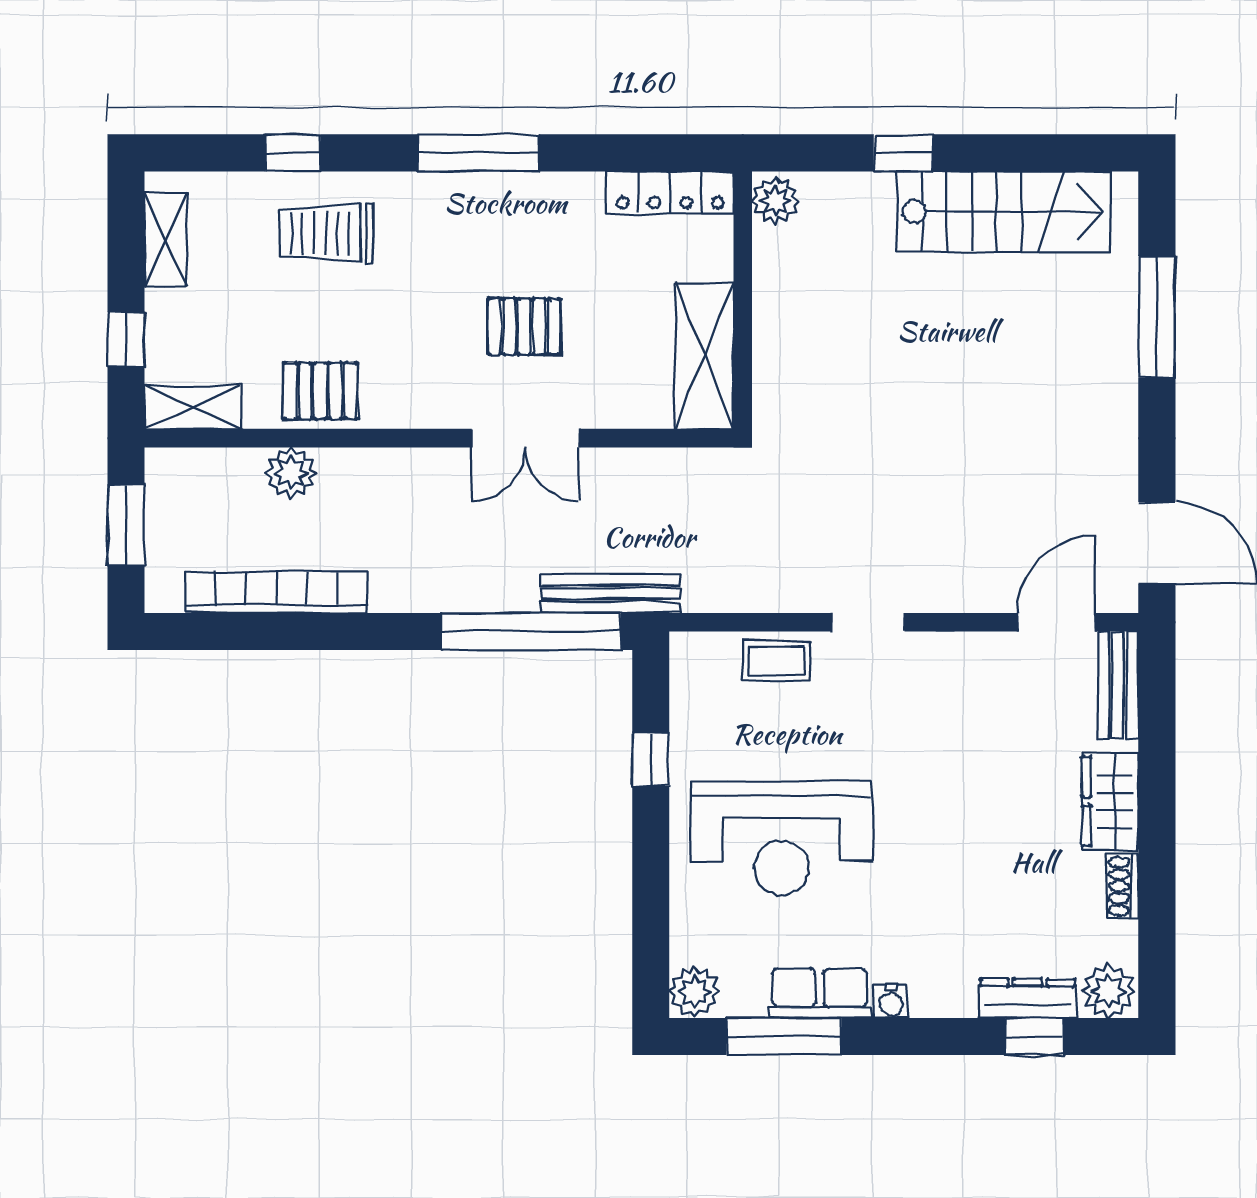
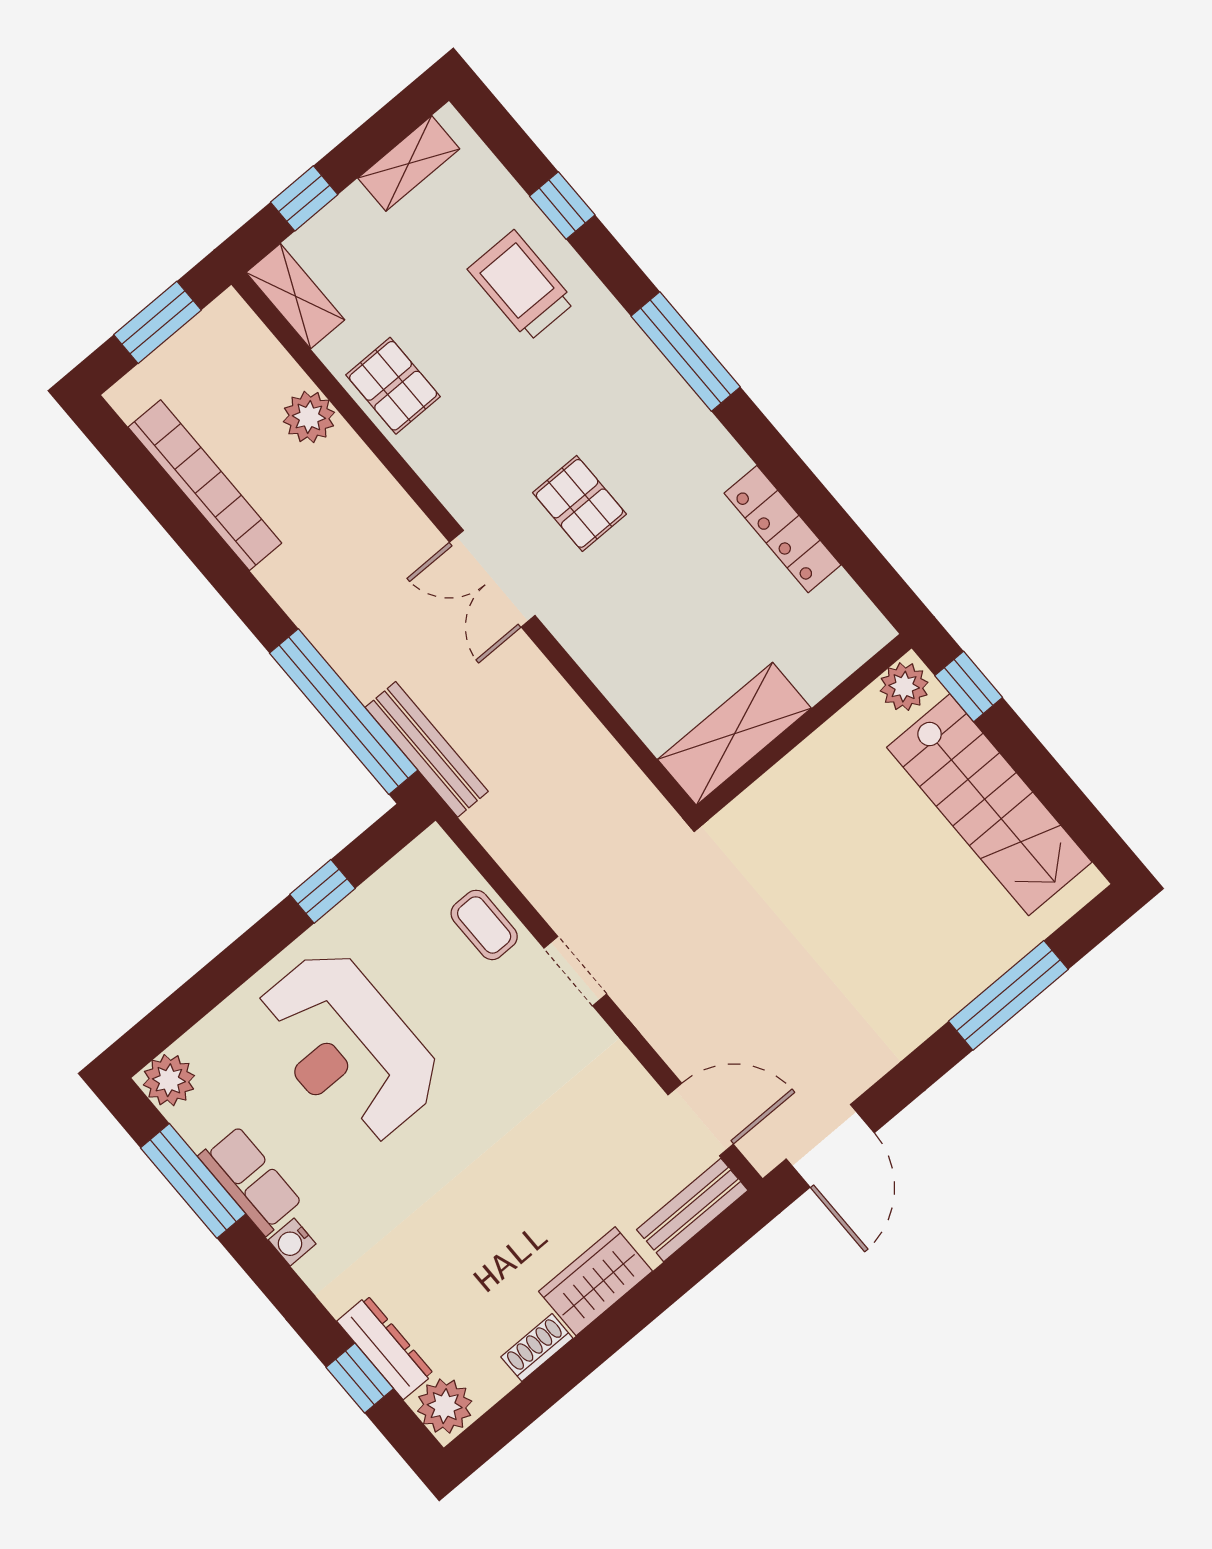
plant: (776, 201) -> (904, 687), moved
wall: (743, 300) -> (804, 727), moved
shelving: (704, 356) -> (734, 734), moved

